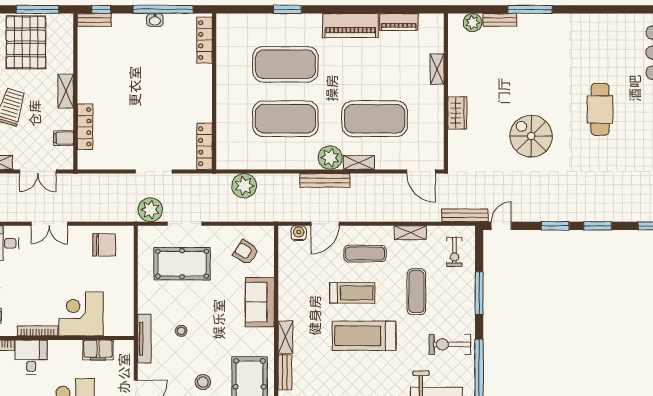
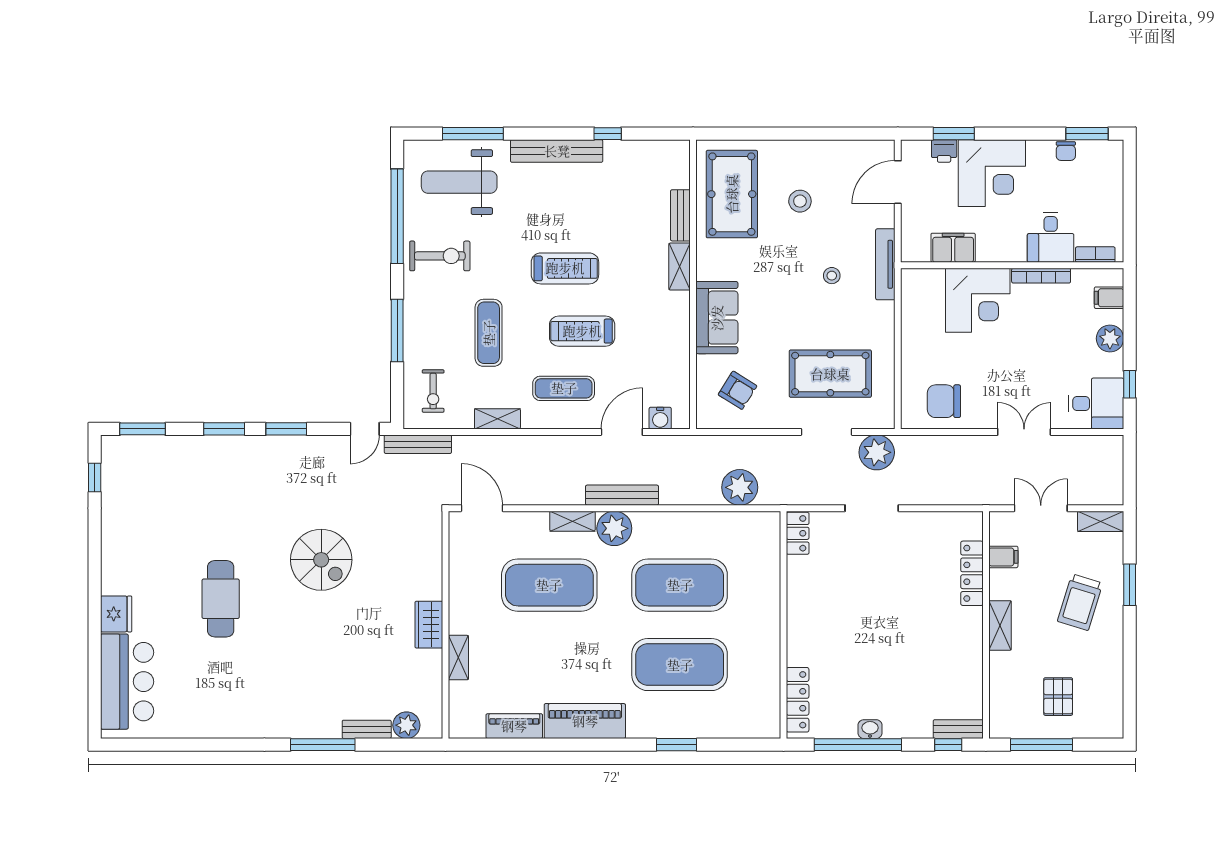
pallet: (26, 42) -> (1058, 697), width x0.49, depth x0.50
wardrobe: (457, 113) -> (429, 625), moved
locker: (204, 146) -> (798, 533), width x0.66
exercise bike: (454, 252) -> (433, 391), turned 180
treadmill: (364, 336) -> (565, 268), width x0.73, depth x0.73

